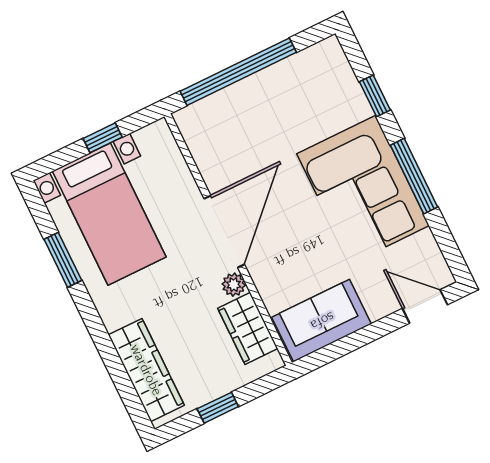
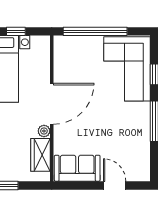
corner sofa: (363, 190) -> (127, 69), moved
door: (425, 307) -> (115, 185), moved

